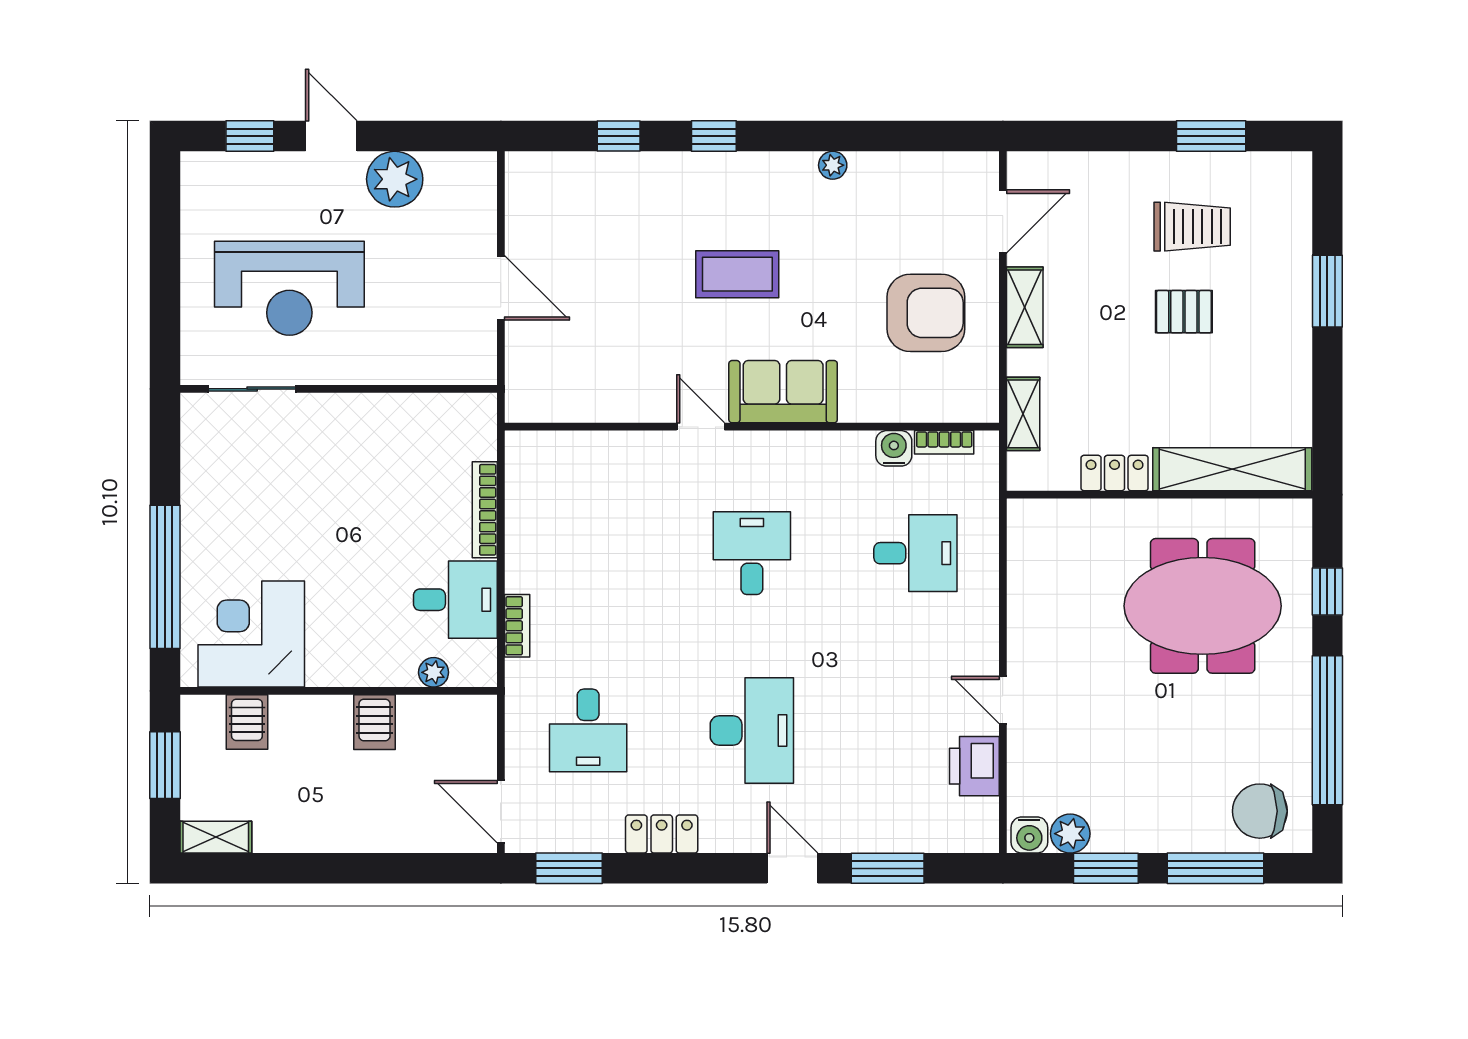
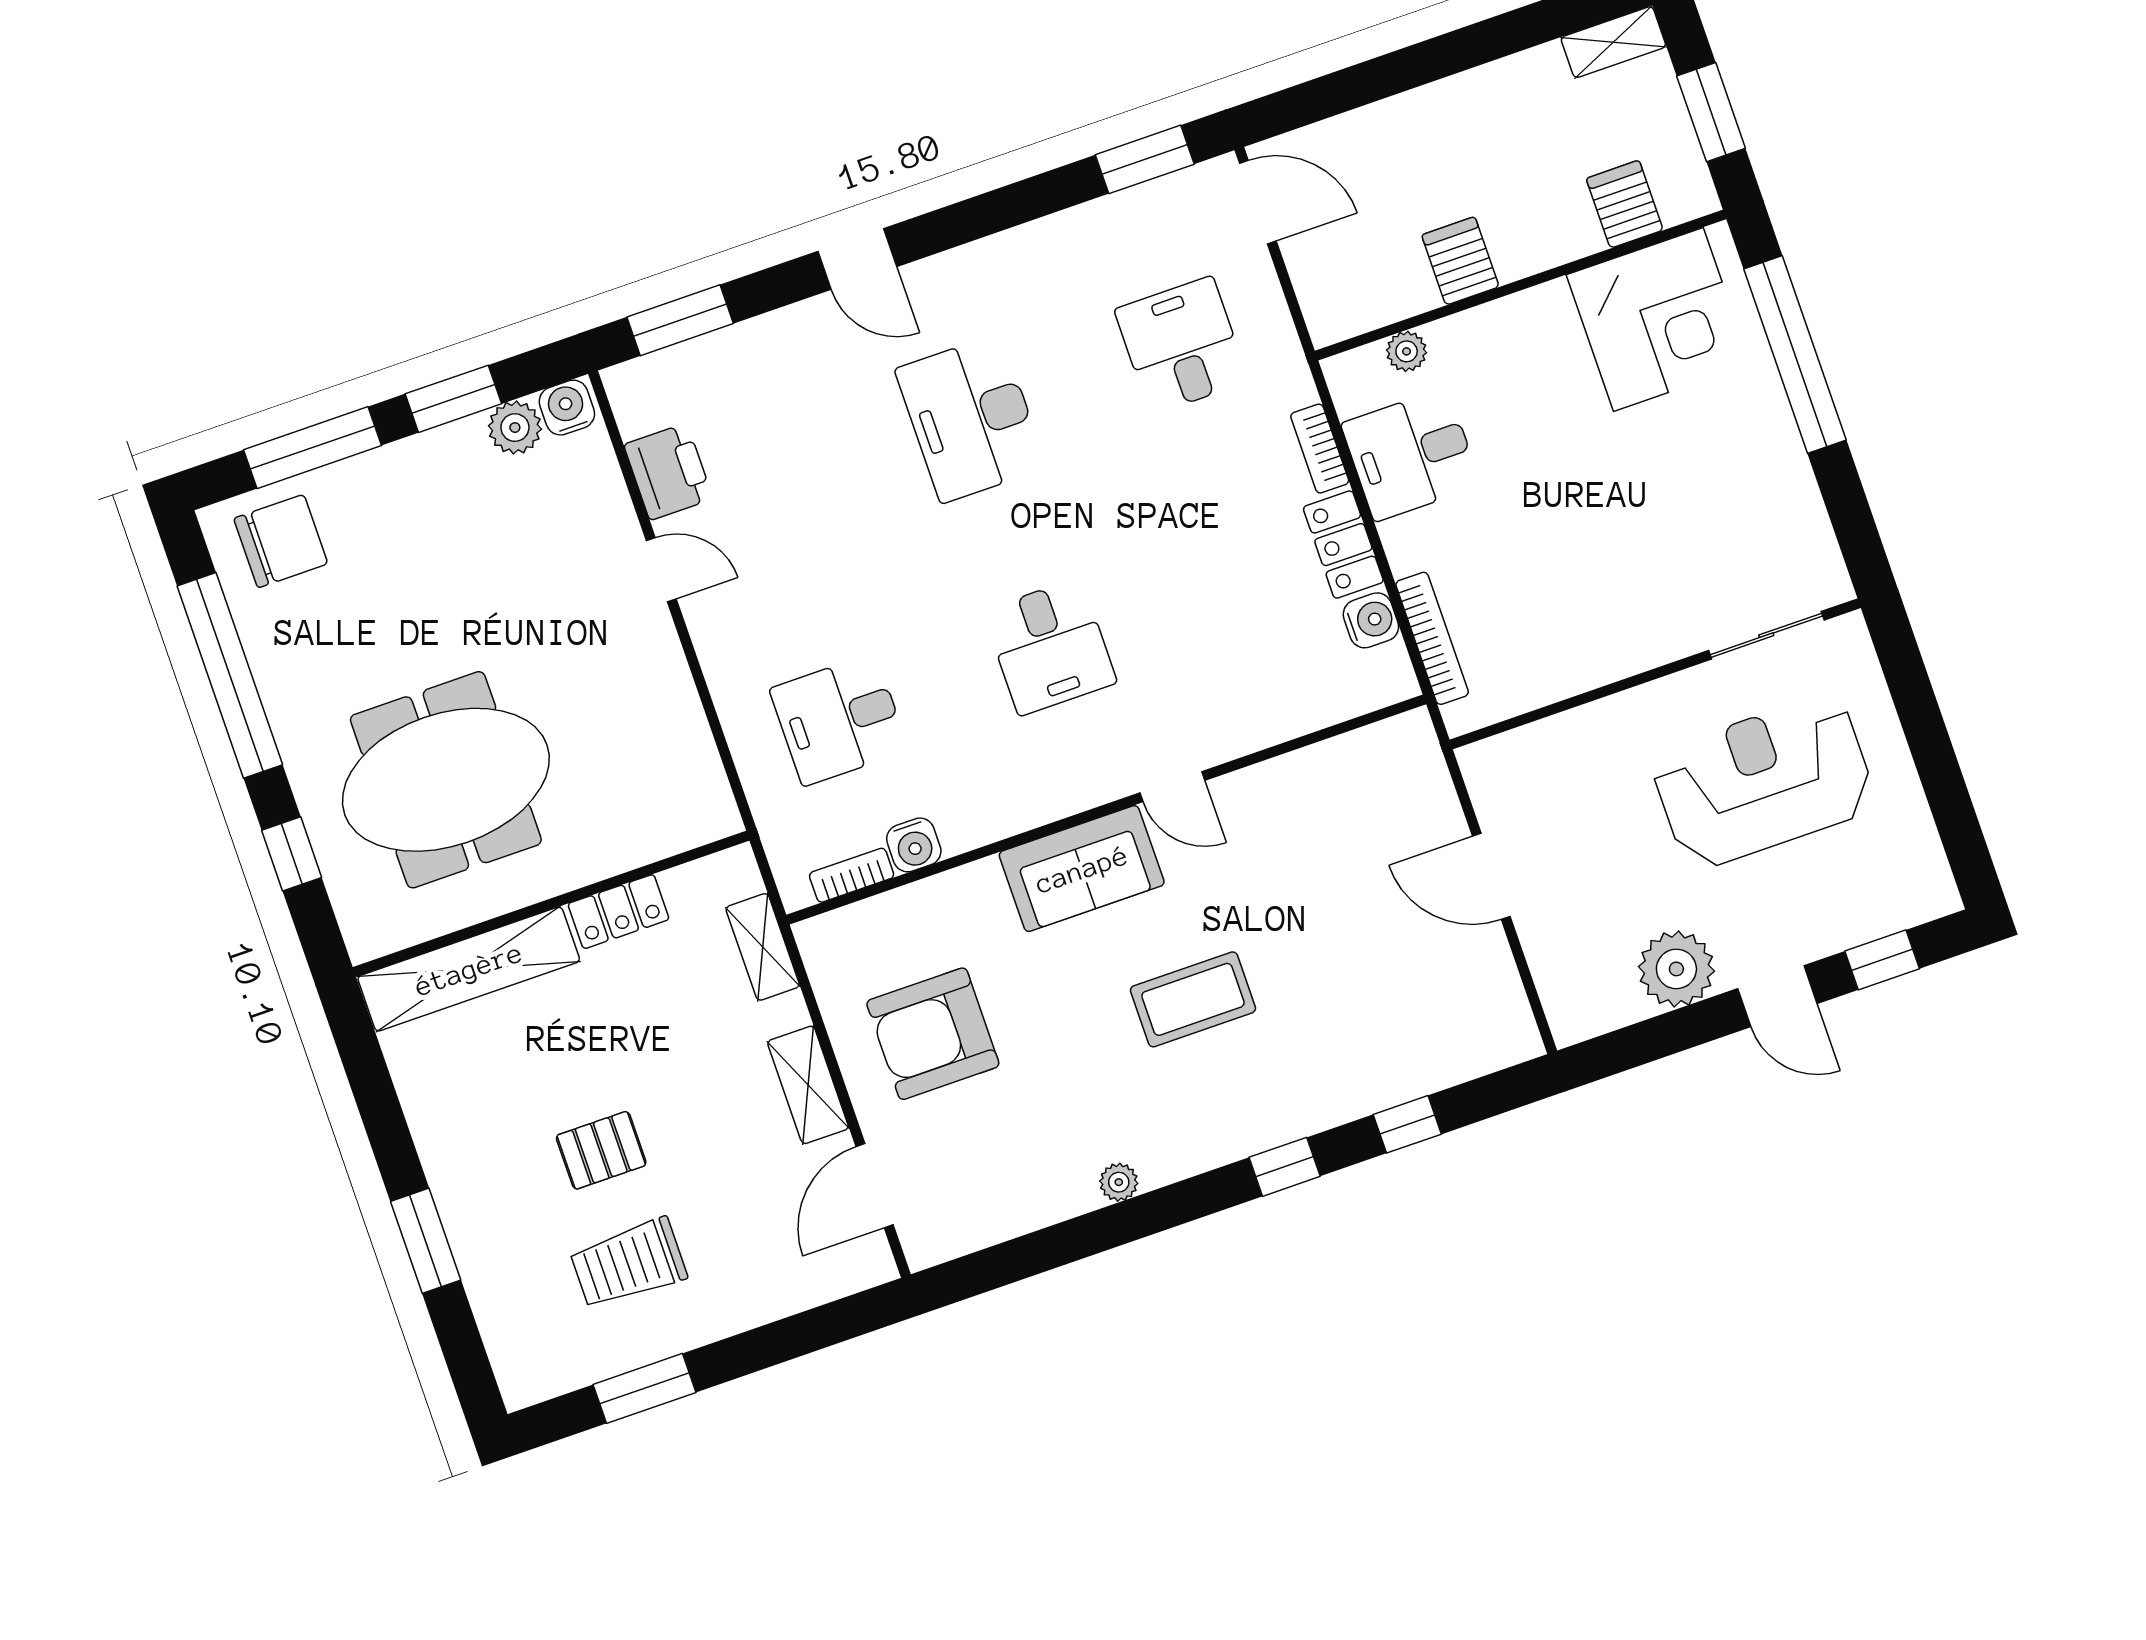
water cooler: (523, 494) -> (1371, 620), added
bookcase: (485, 510) -> (1432, 638), moved
locker: (662, 834) -> (1343, 545), moved, turned 90
window: (888, 868) -> (680, 320), moved

